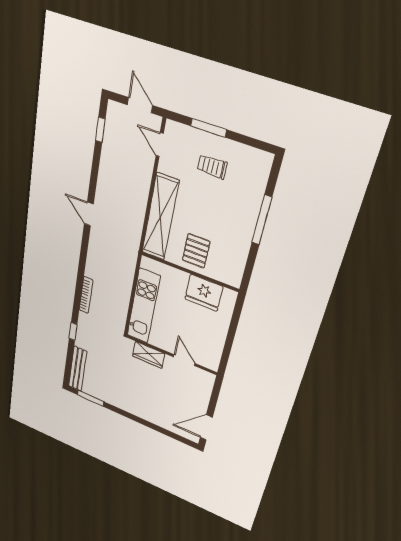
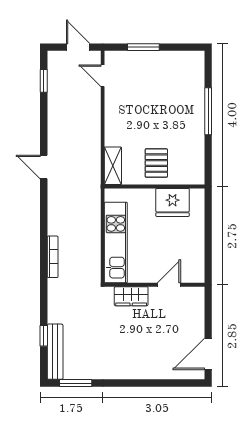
trolley: (212, 167) -> (154, 79), removed
shelving: (160, 217) -> (113, 166), width x0.45, depth x0.75
window: (73, 331) -> (44, 336), moved
door: (184, 360) -> (169, 285), hinge flipped

